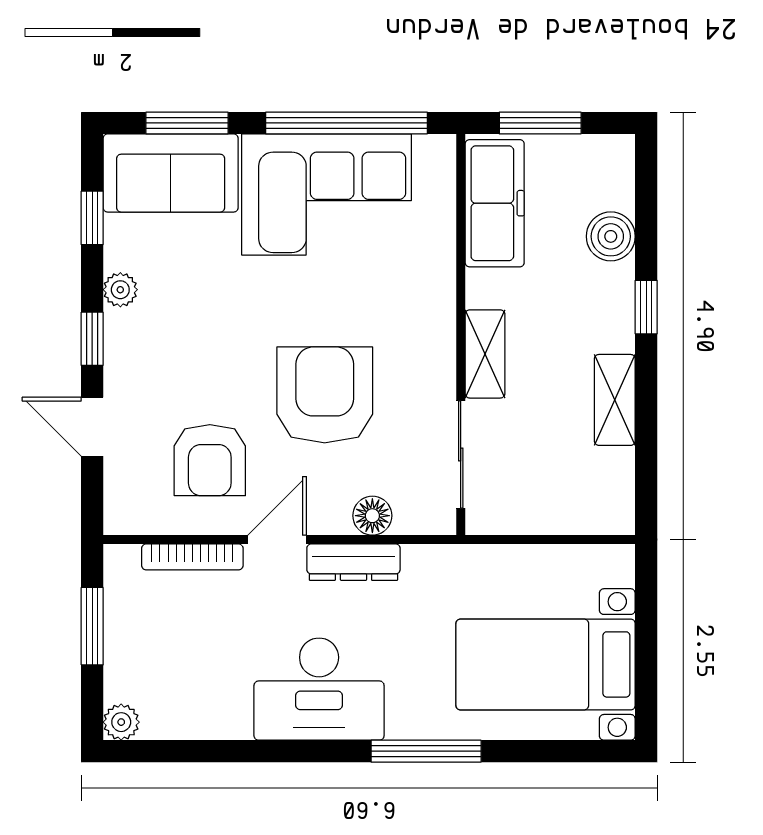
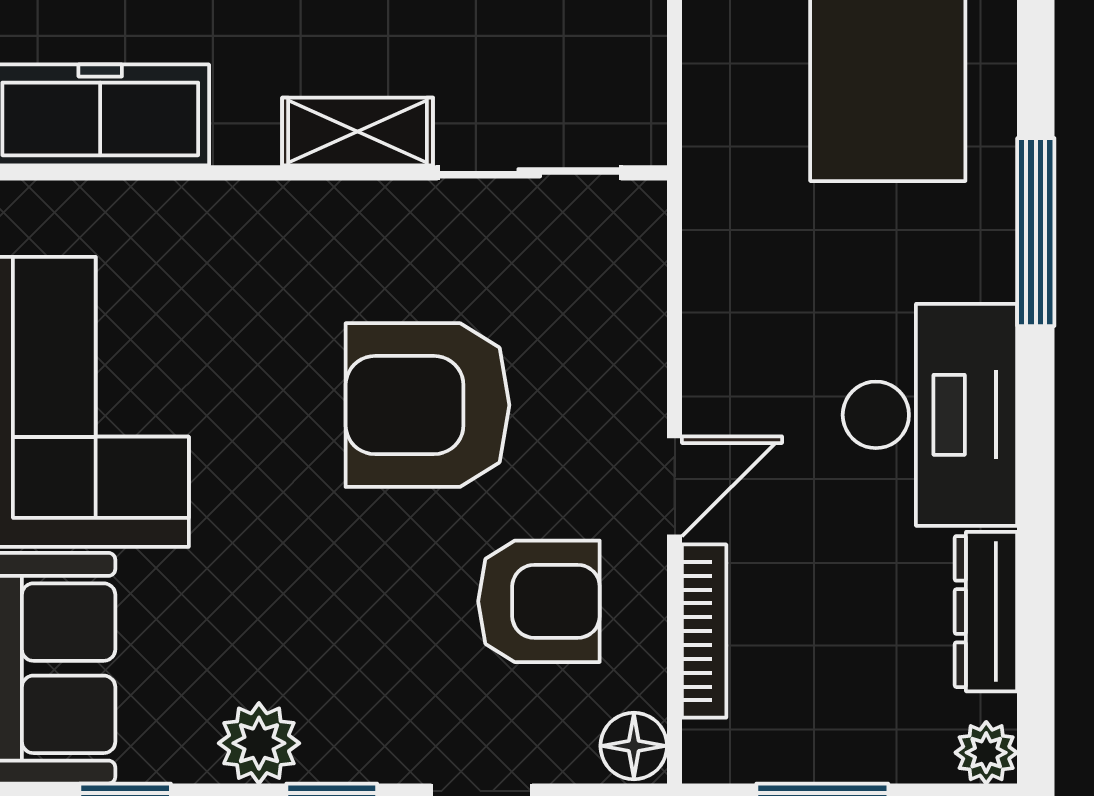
plant: (120, 290) -> (259, 743), width x1.38, depth x1.38
floor lamp: (372, 516) -> (634, 746), moved
door: (277, 540) -> (675, 486), swing flipped
dresser: (353, 562) -> (986, 612), moved, turned 180

